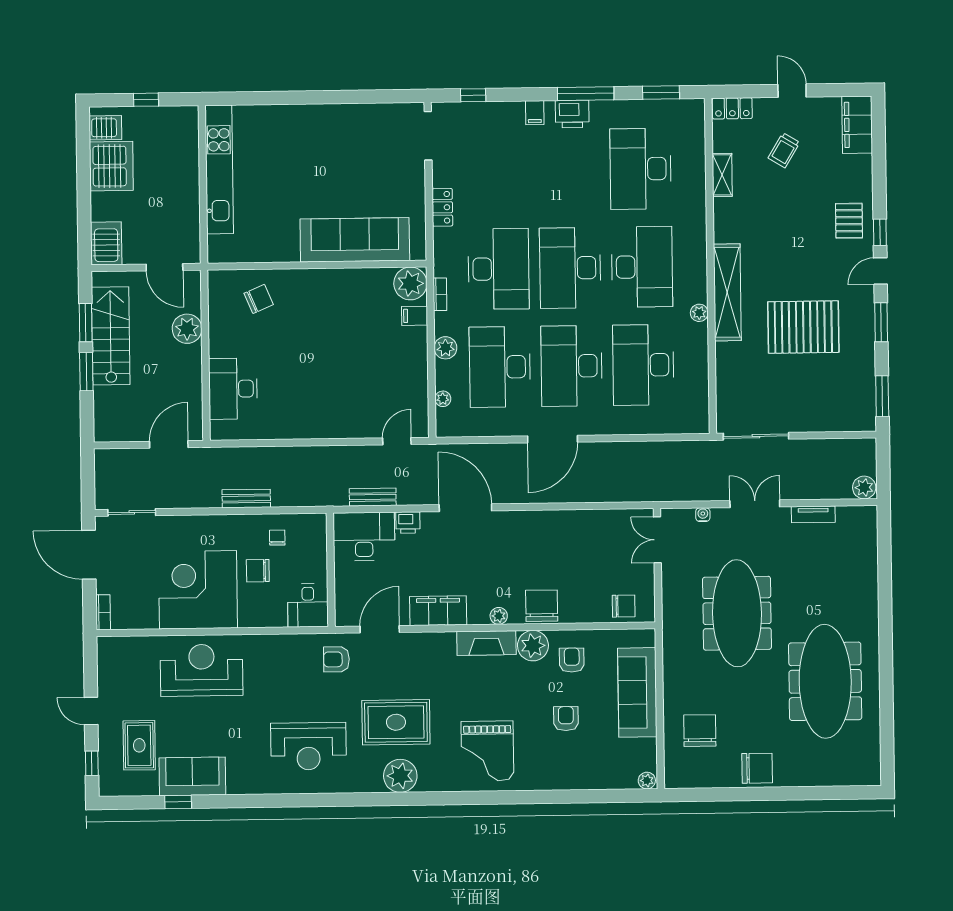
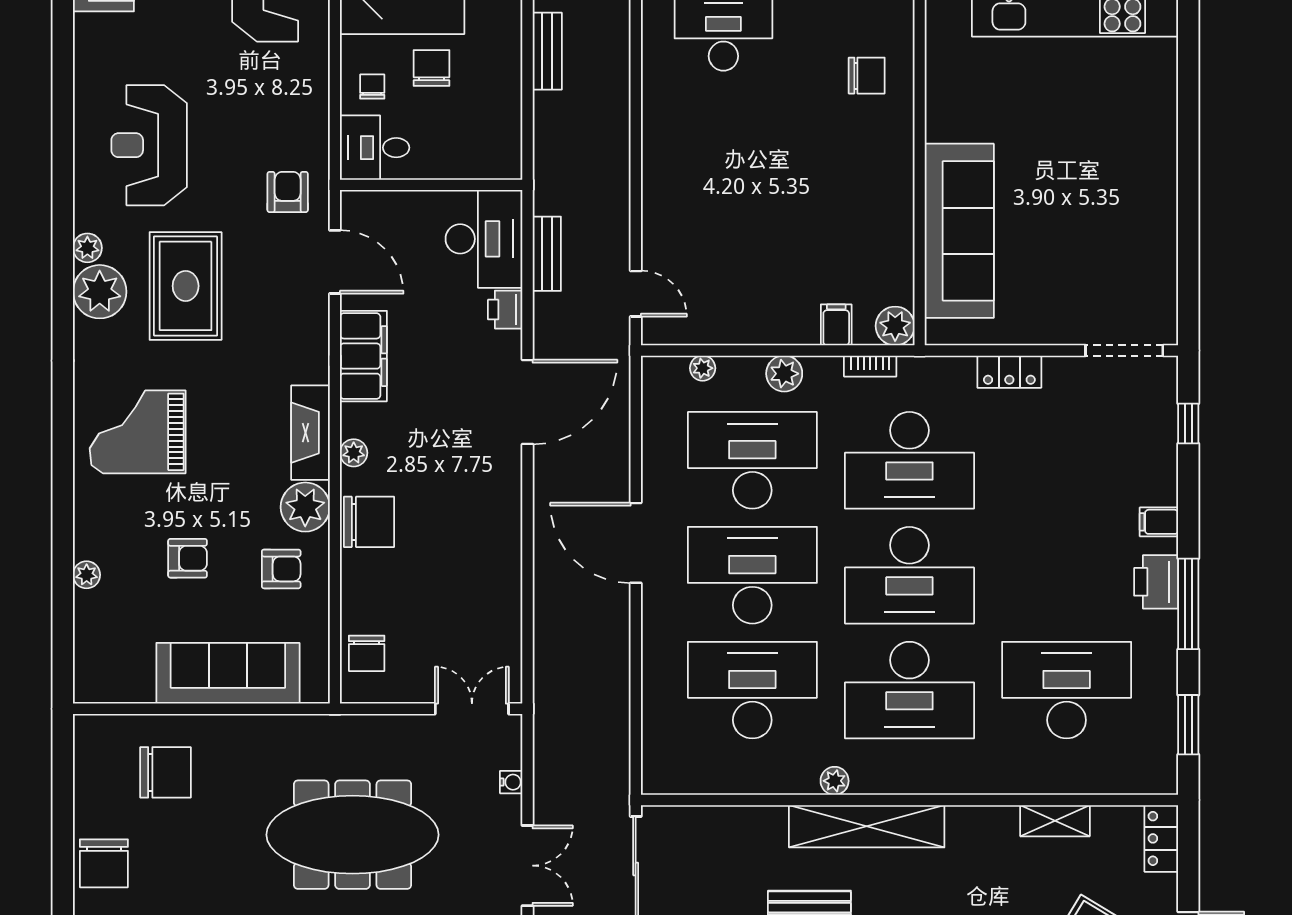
desk: (570, 268) -> (909, 575), turned 180
plant: (410, 283) -> (895, 326), width x0.73, depth x0.73
chair: (259, 299) -> (867, 76), turned -67
chair: (277, 538) -> (372, 87), moved, turned -90
plant: (647, 781) -> (87, 575), moved
plant: (373, 784) -> (87, 248), added

